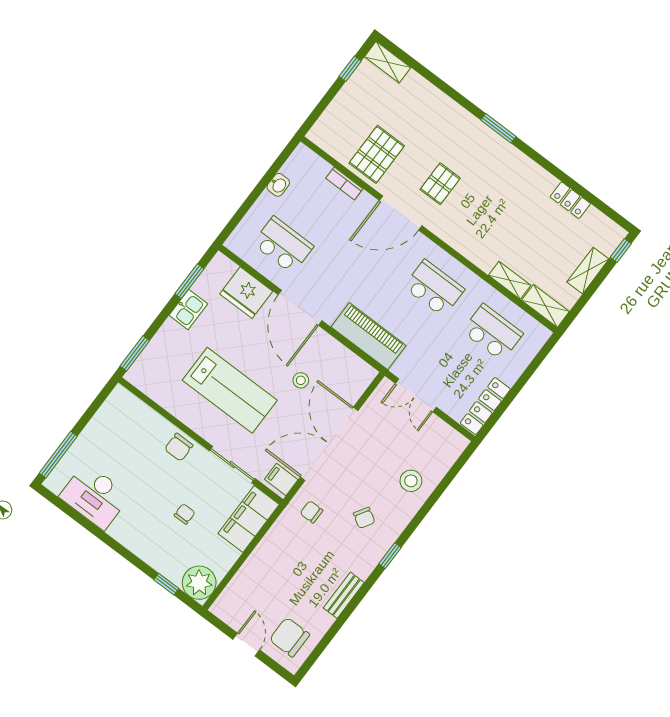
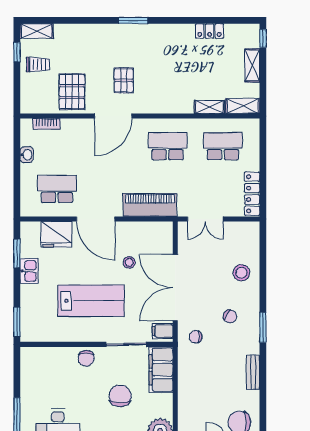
trolley: (362, 98) -> (38, 64), added
bookcase: (344, 183) -> (46, 124), moved
chair: (185, 514) -> (120, 396), width x1.87, depth x1.87
window: (390, 556) -> (263, 327), width x1.50

